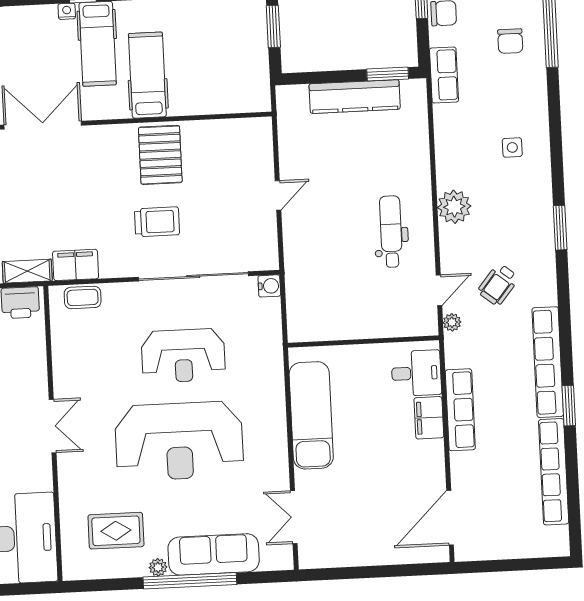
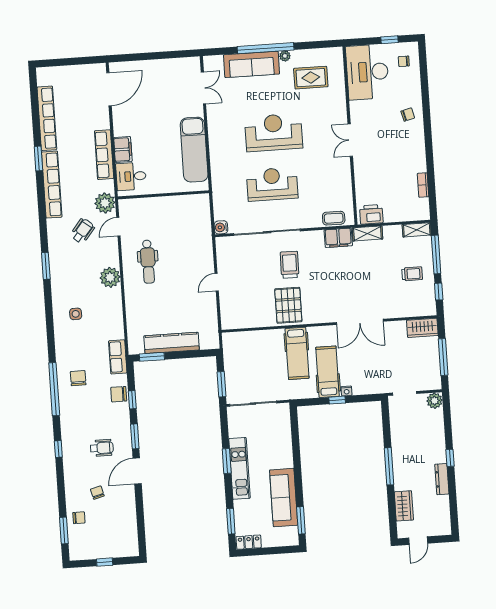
trolley: (157, 222) -> (290, 265), turned 91
plant: (452, 322) -> (105, 203), width x1.88, depth x1.88
reception desk: (179, 441) -> (274, 133), width x0.74, depth x0.77

